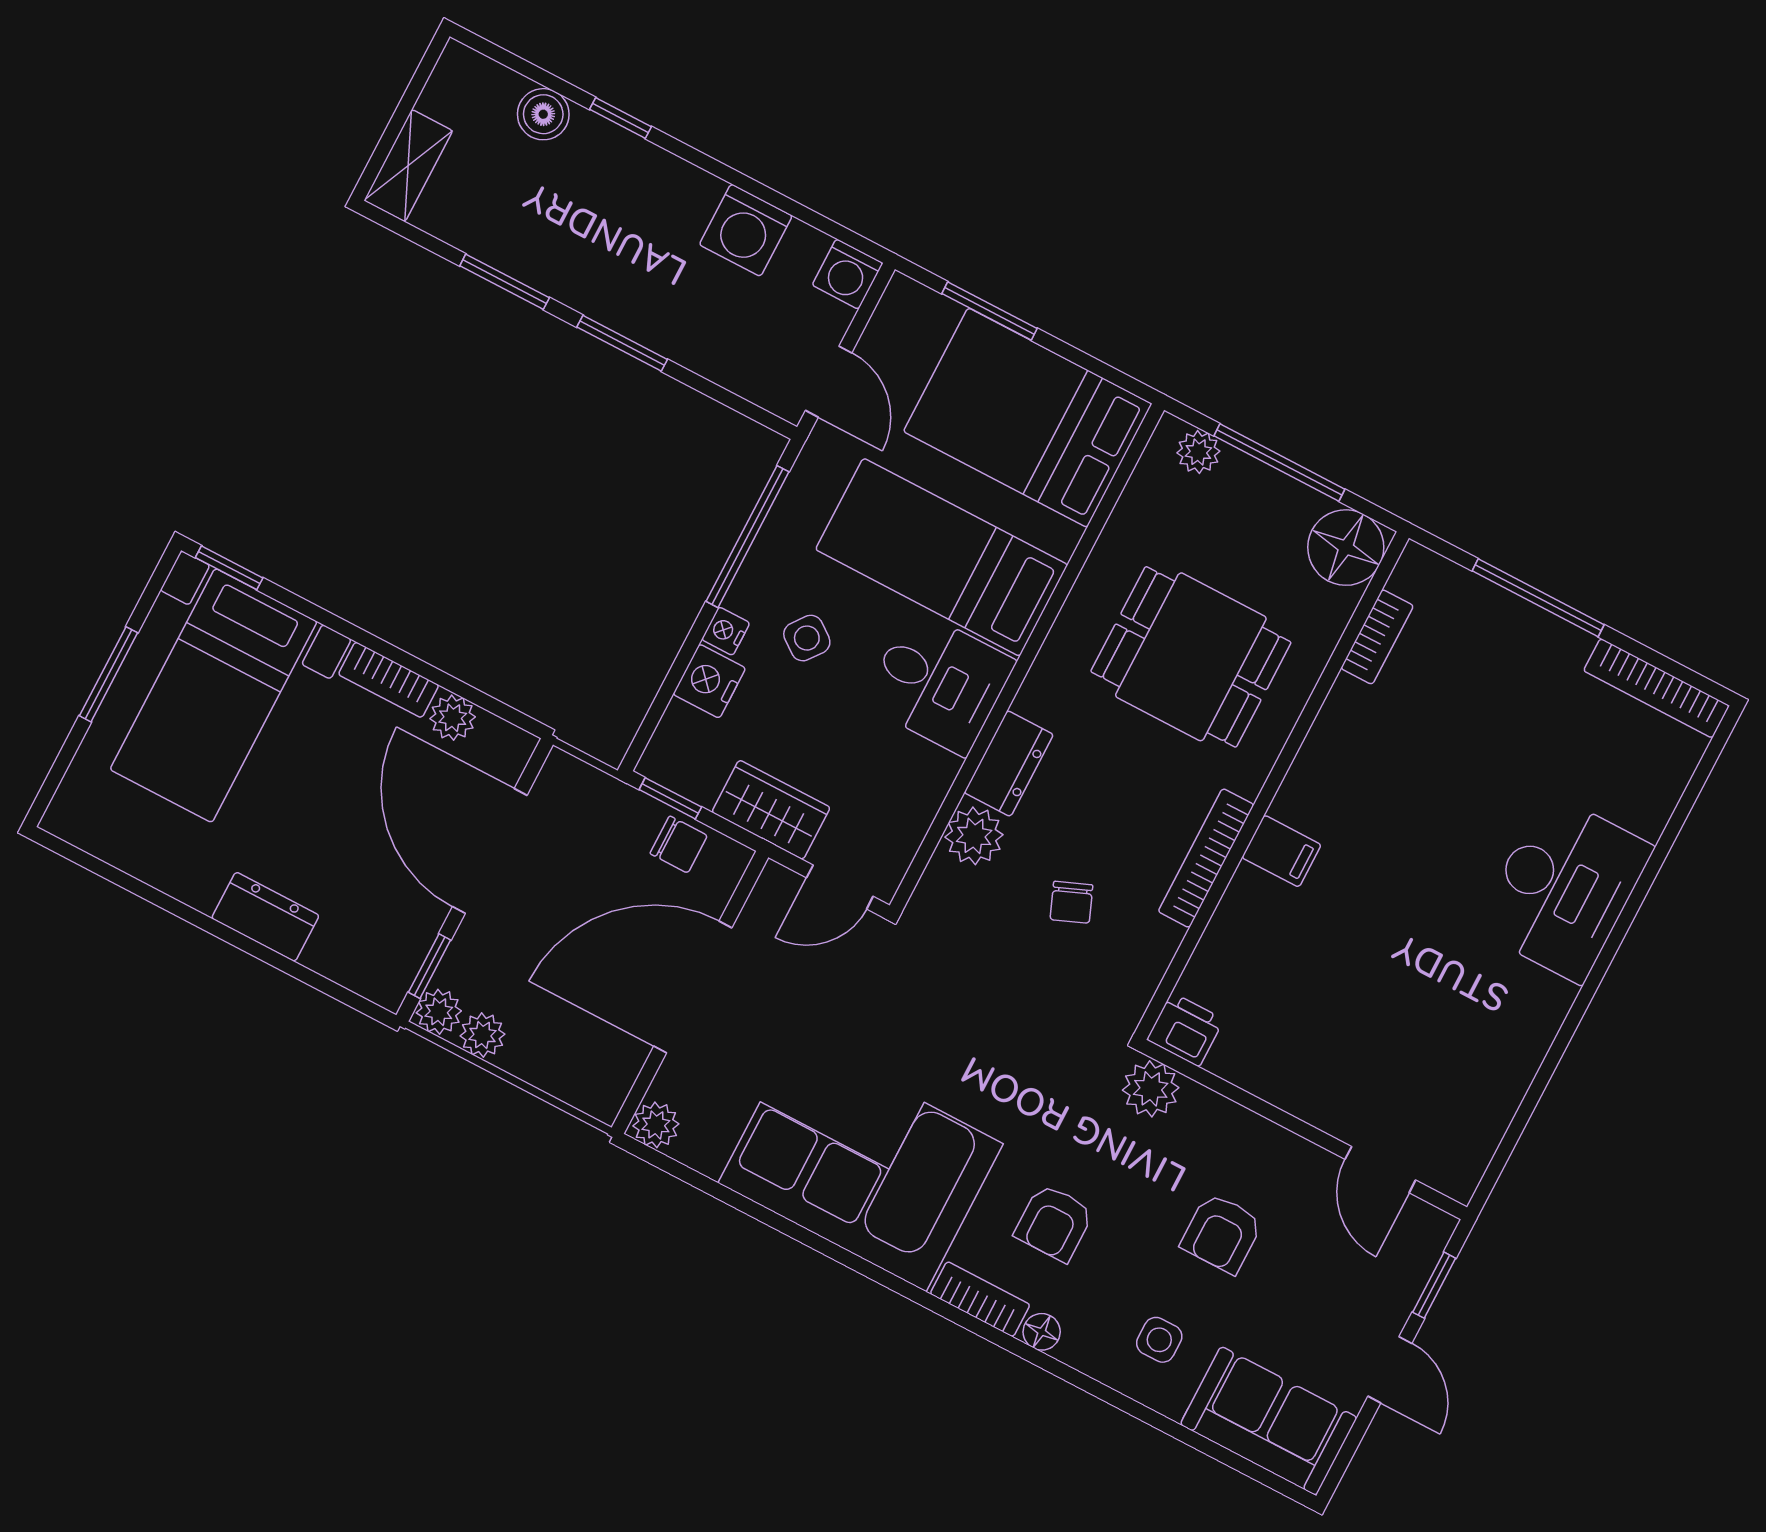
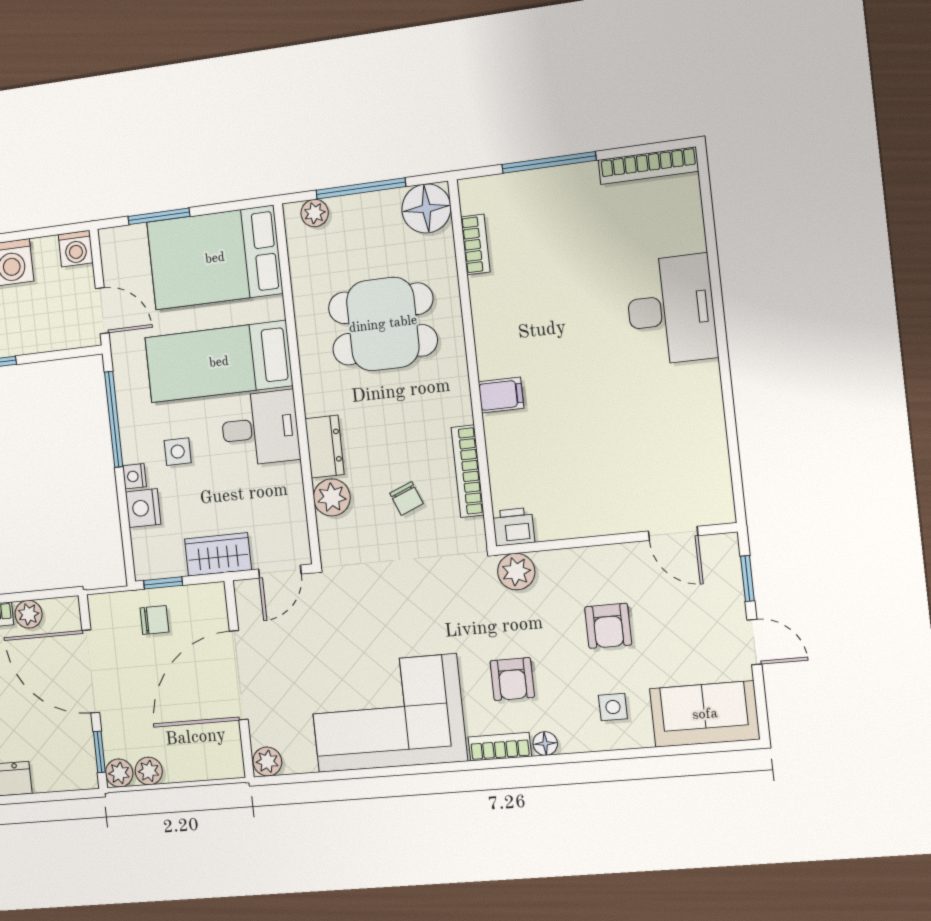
side table: (807, 638) -> (178, 452), turned -37
chair: (679, 845) -> (154, 620), moved
bookcase: (1206, 858) -> (468, 471), moved

